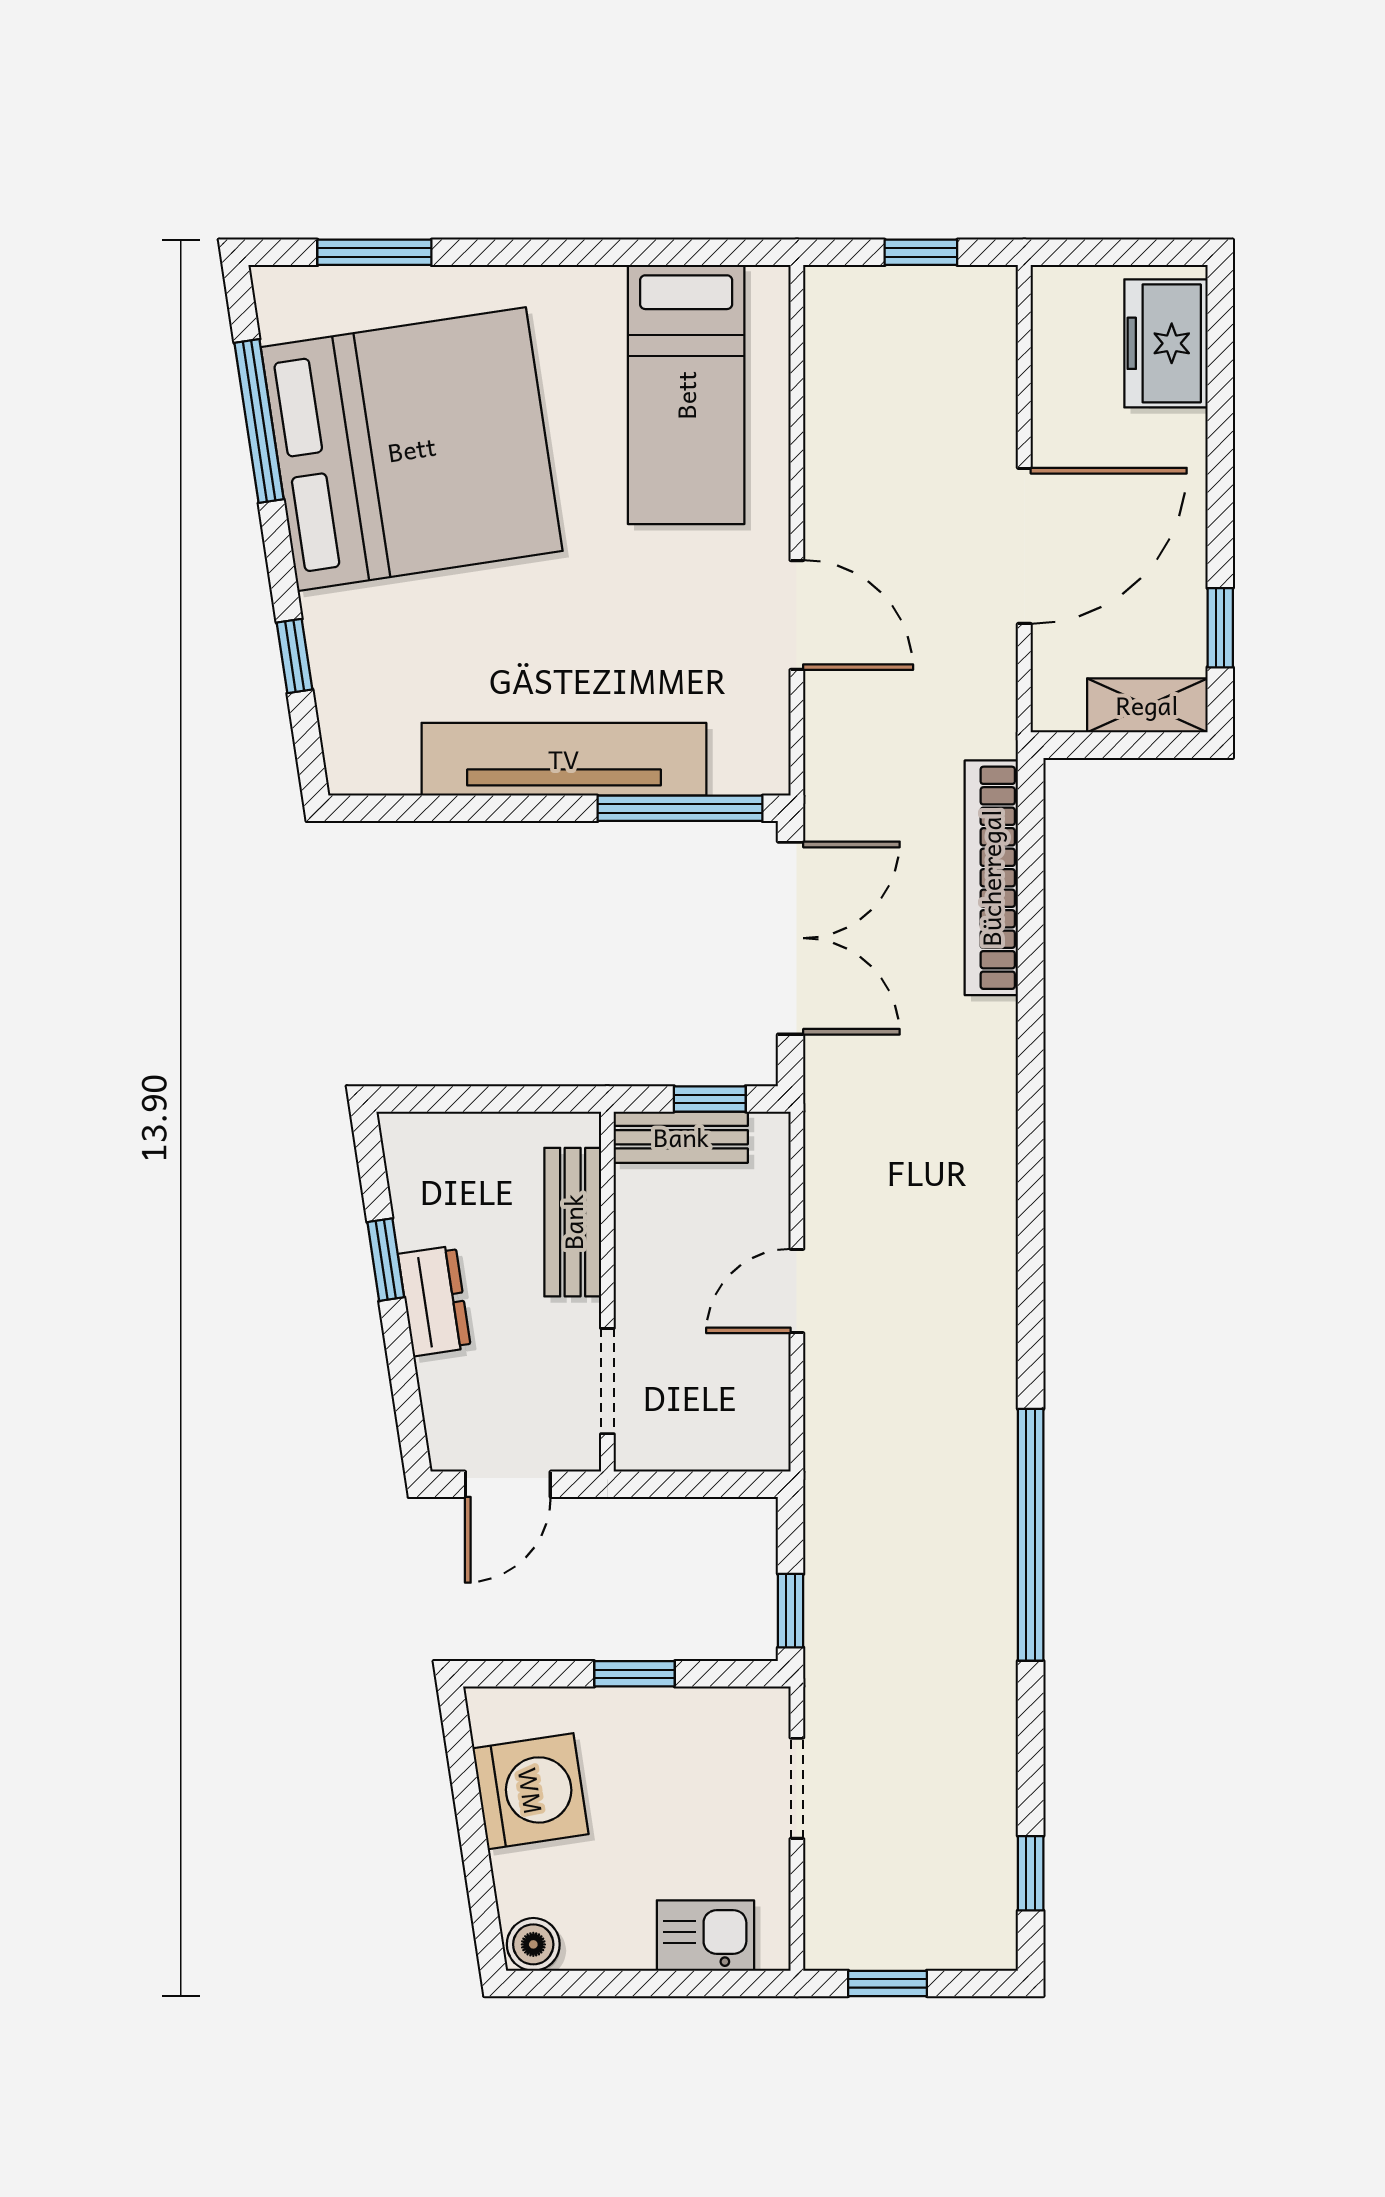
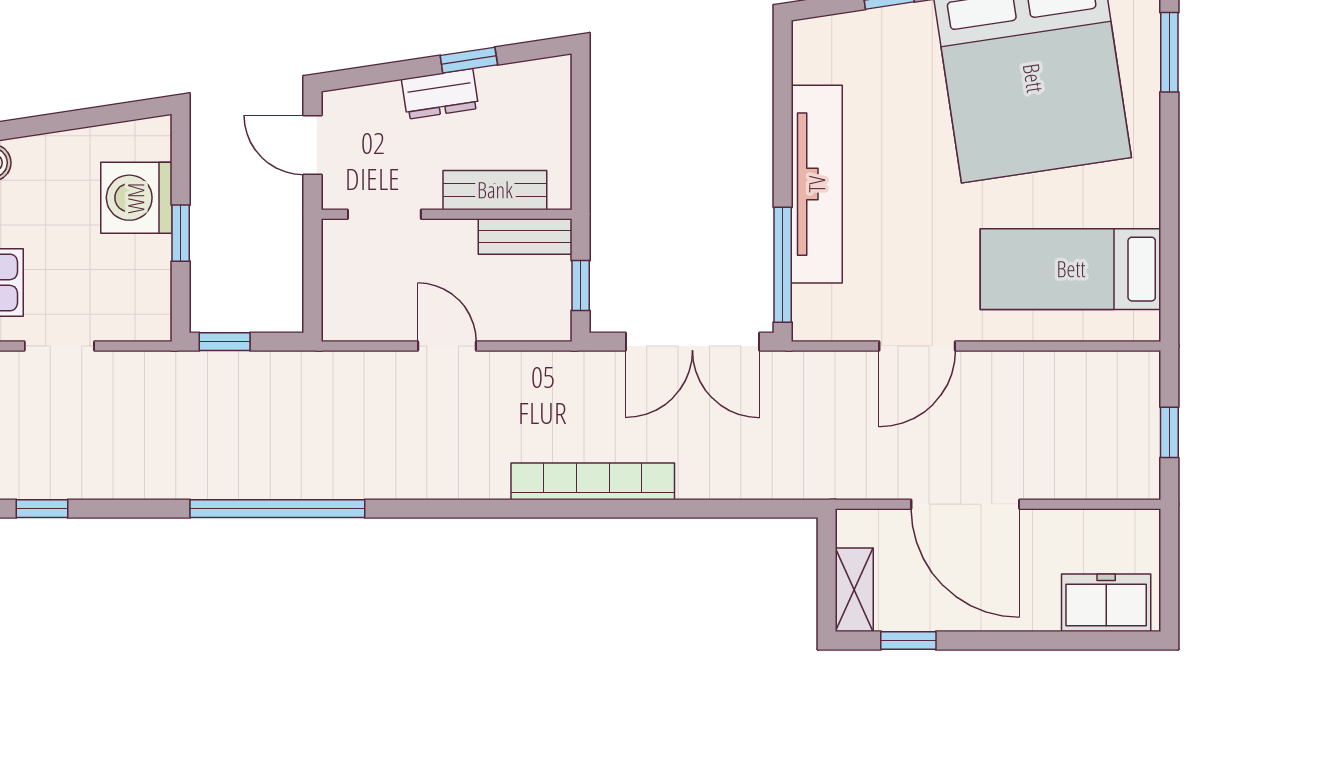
bookcase: (991, 878) -> (593, 481), moved
bench: (681, 1137) -> (525, 236), moved, turned 90
doorway: (797, 1788) -> (59, 346), moved
washing machine: (531, 1791) -> (136, 198), moved, turned 99

